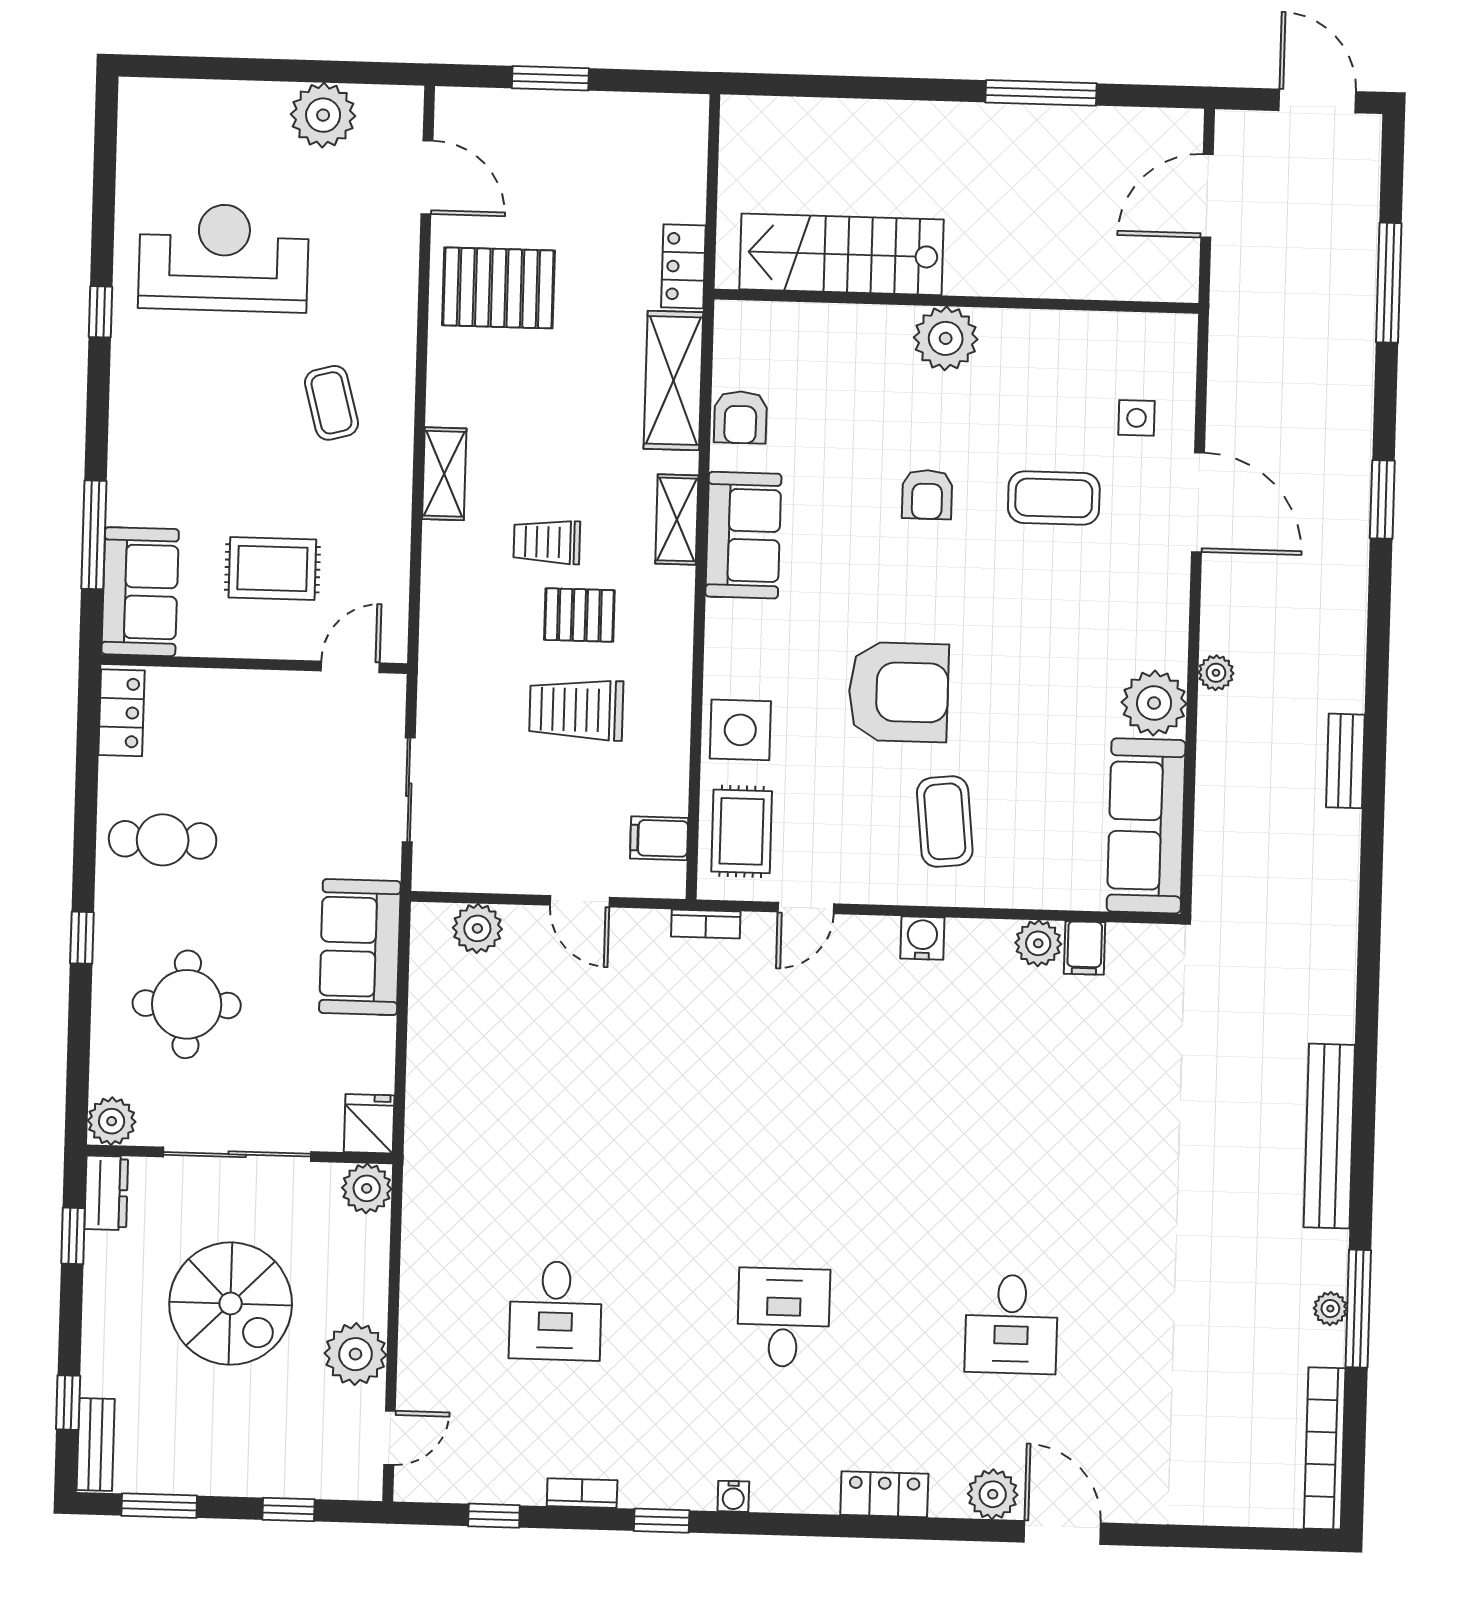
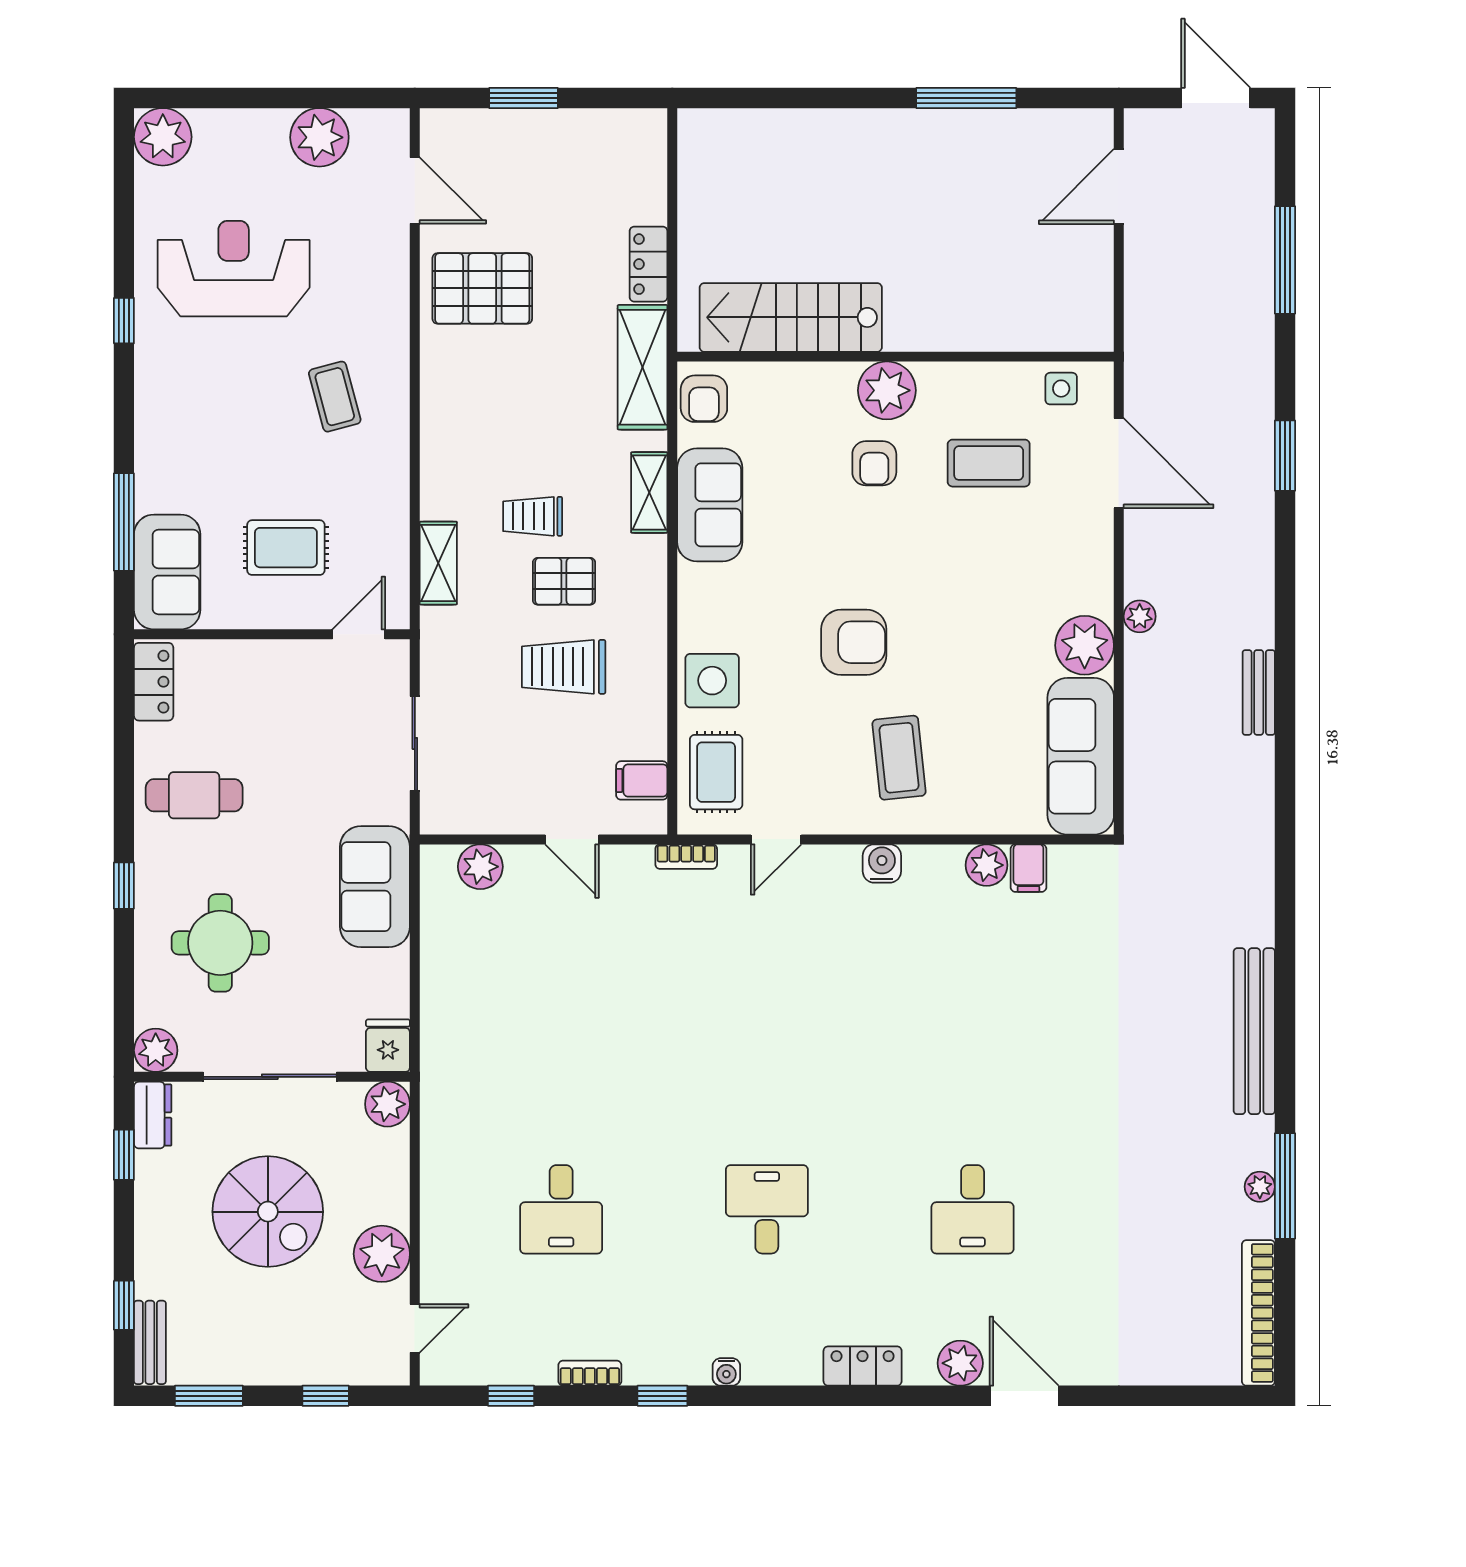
plant: (150, 109) -> (163, 137), added
stairs: (842, 254) -> (791, 317), moved
wall: (956, 301) -> (896, 357), moved
plant: (946, 338) -> (887, 390), moved
shelving: (444, 474) -> (438, 563), moved
armchair: (898, 692) -> (854, 642), width x0.73, depth x0.73

